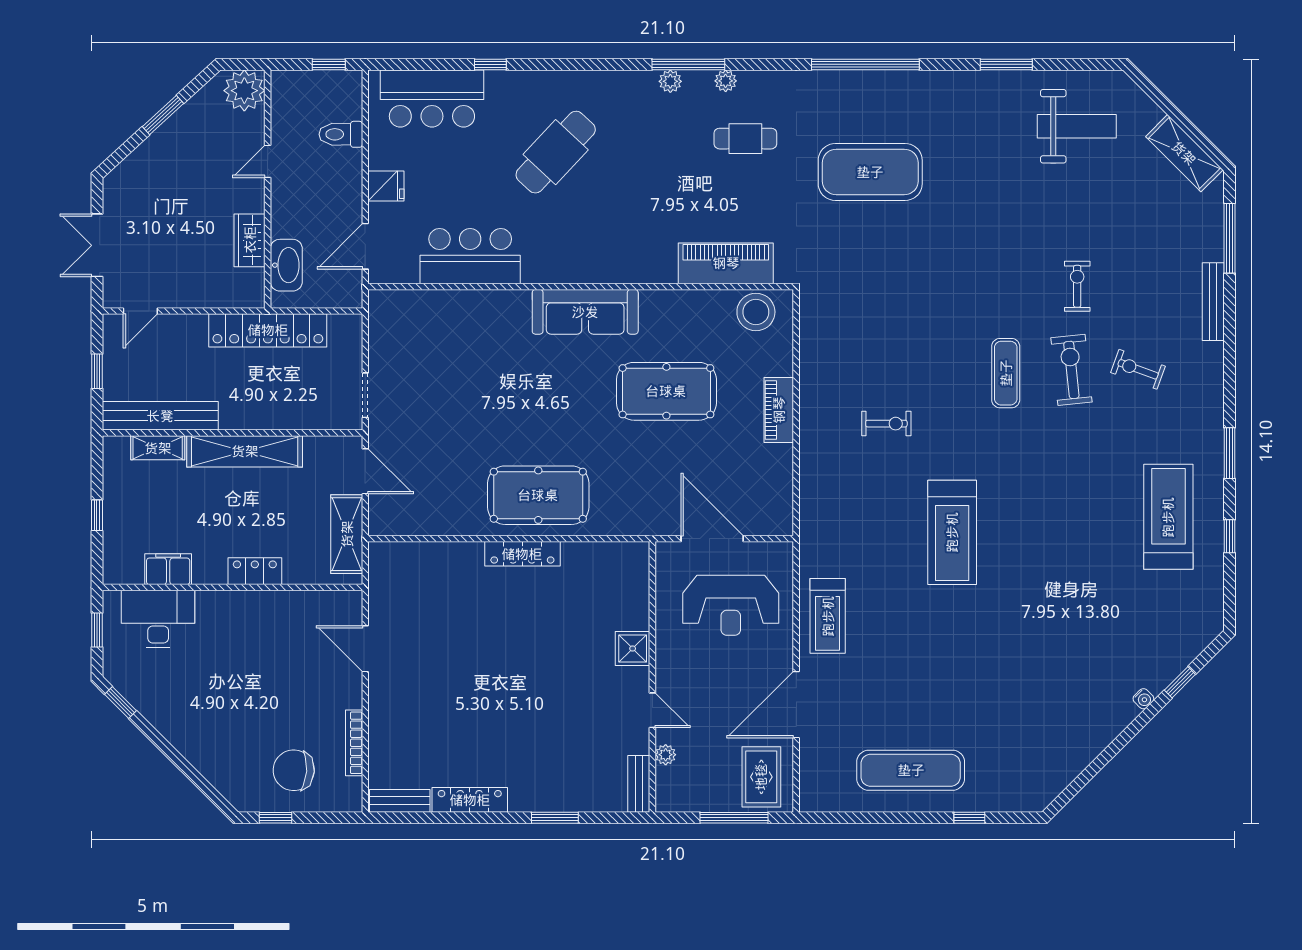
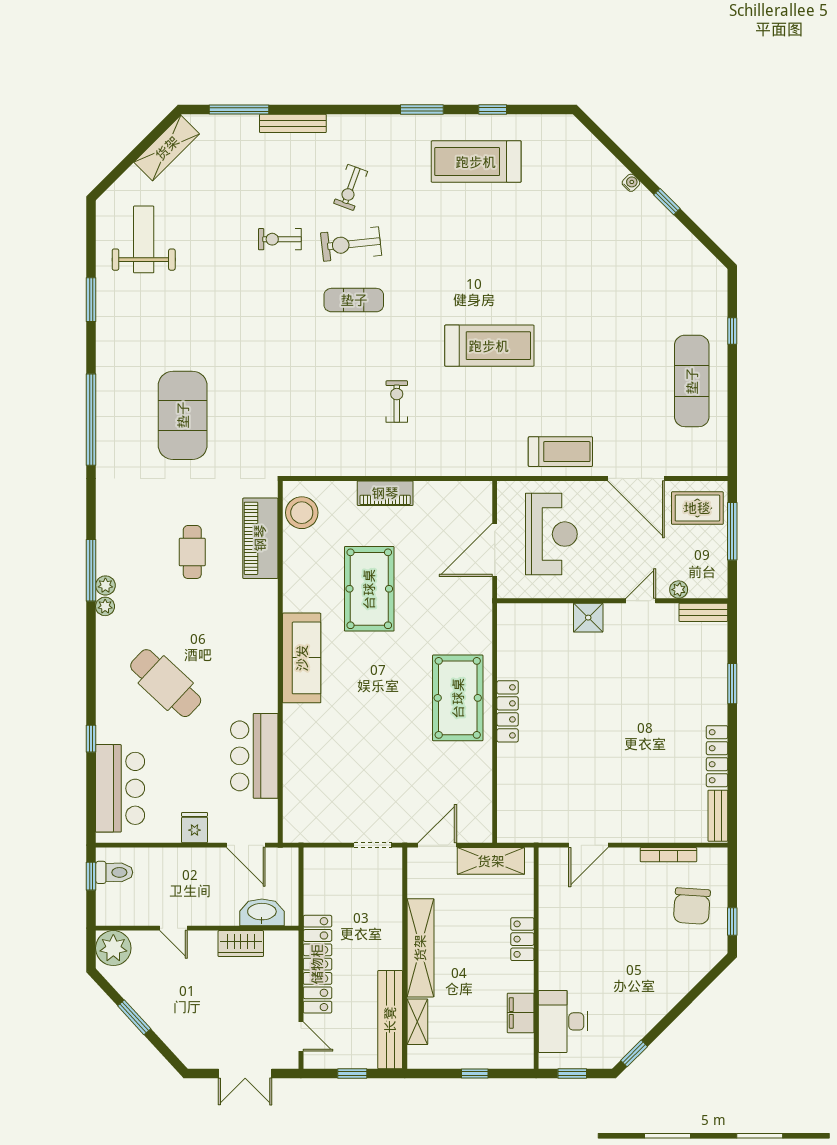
plant: (726, 81) -> (105, 606), moved
toilet: (341, 134) -> (114, 872), moved, turned -90
cafe table: (745, 139) -> (192, 552), moved
locker: (268, 330) -> (317, 964), moved
window: (1180, 682) -> (667, 202), moved

